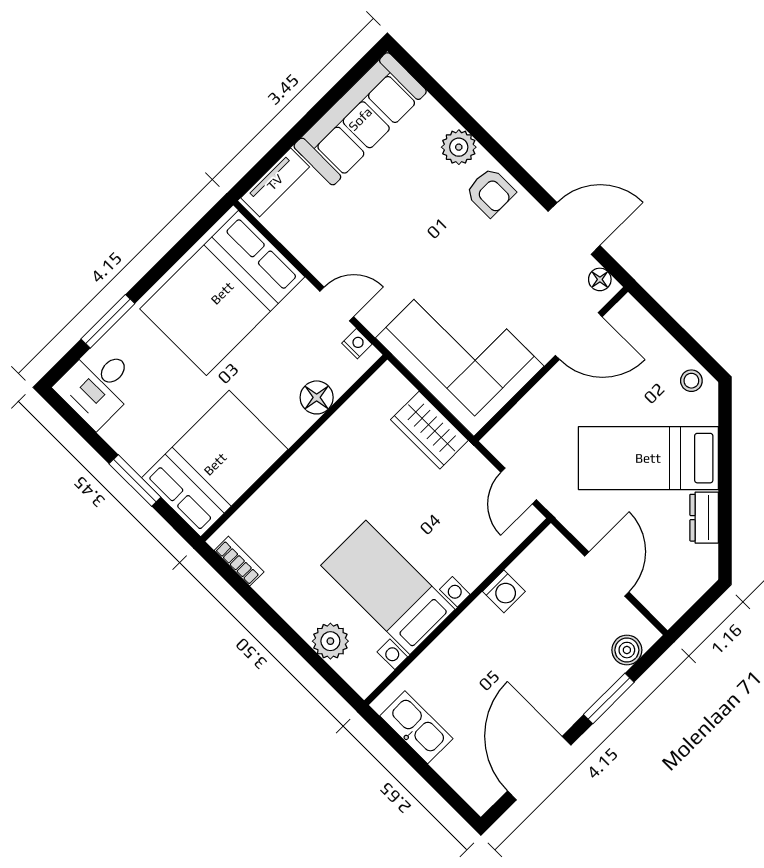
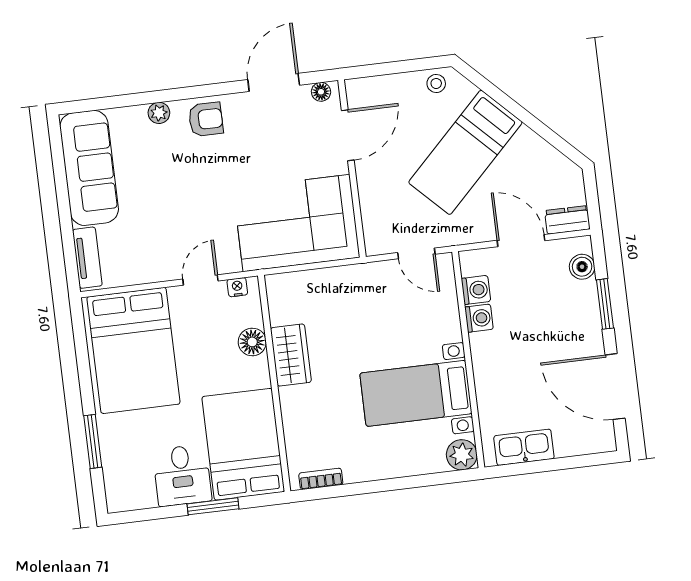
plant: (459, 147) -> (159, 113), width x0.73, depth x0.73
desk: (98, 386) -> (182, 475), moved
wardrobe: (429, 430) -> (291, 355), moved, turned -90
dresser: (704, 518) -> (567, 220), moved, turned 135
washing machine: (528, 568) -> (476, 290), added
plant: (330, 641) -> (462, 455), moved

